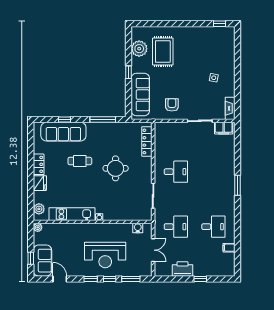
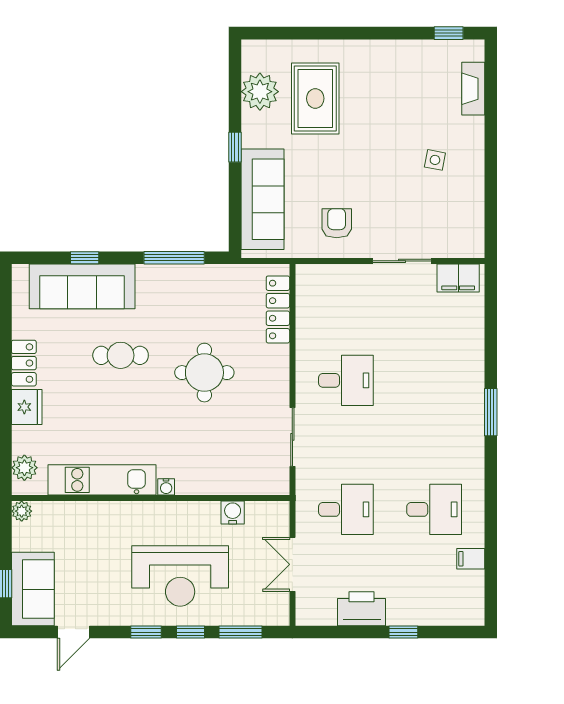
fireplace: (230, 108) -> (473, 89), moved
water cooler: (138, 228) -> (233, 513), moved
double door: (153, 250) -> (292, 564), swing flipped
door: (60, 279) -> (74, 632), swing flipped

